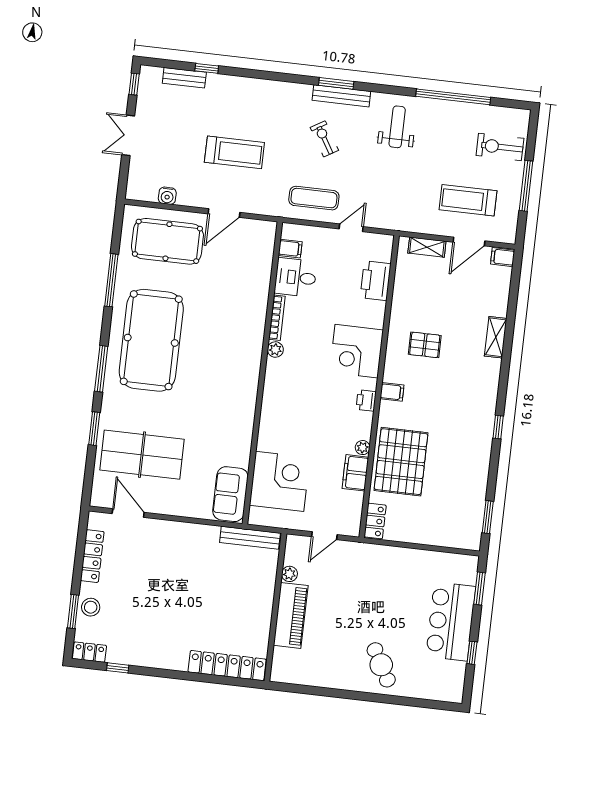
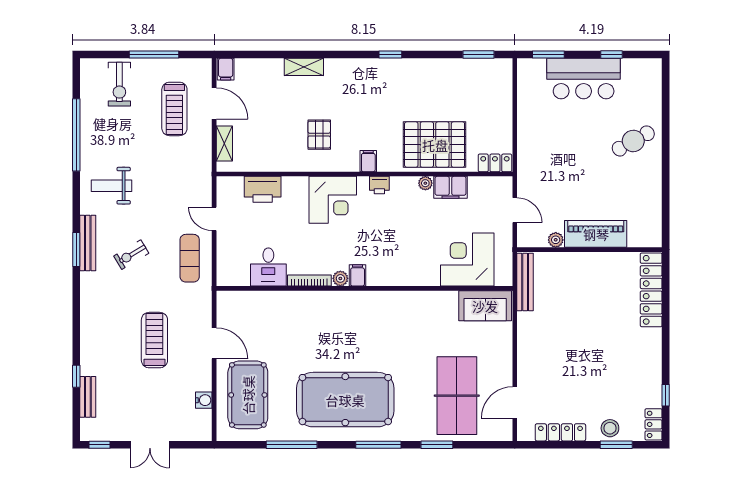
filing cabinet: (290, 249) -> (358, 275), moved

